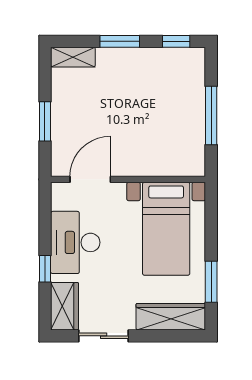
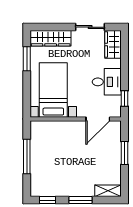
desk: (75, 242) -> (107, 82), width x0.73
window: (45, 269) -> (124, 98), moved

